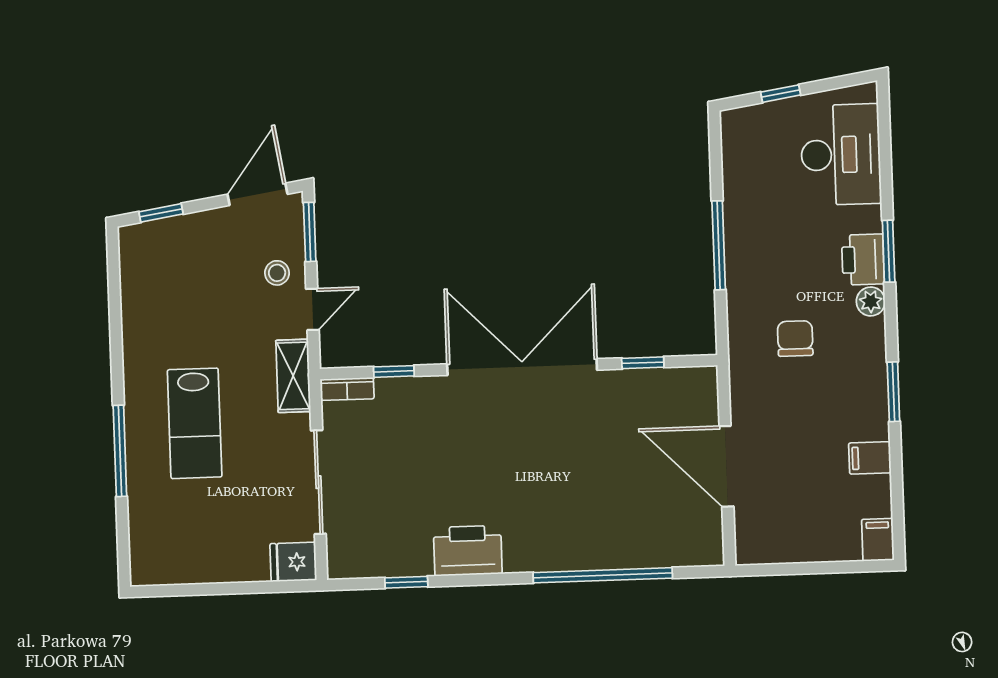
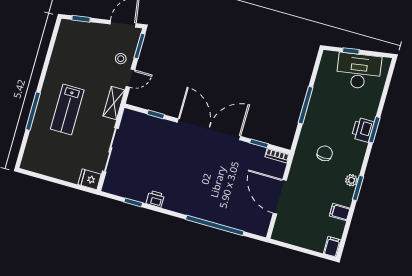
desk: (841, 155) -> (359, 71), moved, turned -99
plant: (871, 301) -> (351, 180), moved
bookcase: (347, 389) -> (277, 156), moved
printer: (468, 551) -> (155, 199), width x0.53, depth x0.68

